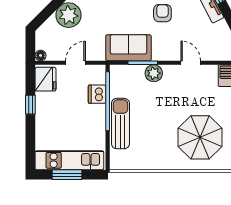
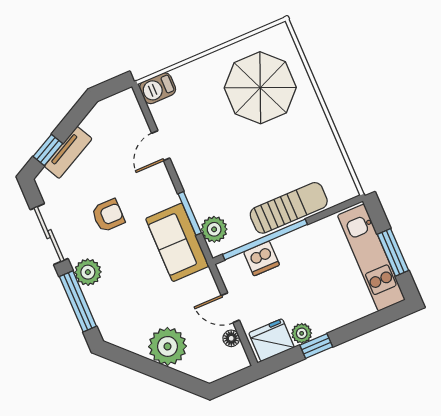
armchair: (162, 13) -> (108, 215), turned 180
floor lamp: (41, 55) -> (231, 338), moved
plant: (154, 73) -> (214, 229), moved
plant: (42, 99) -> (302, 333), added
sun lounger: (120, 124) -> (289, 208), turned 180

